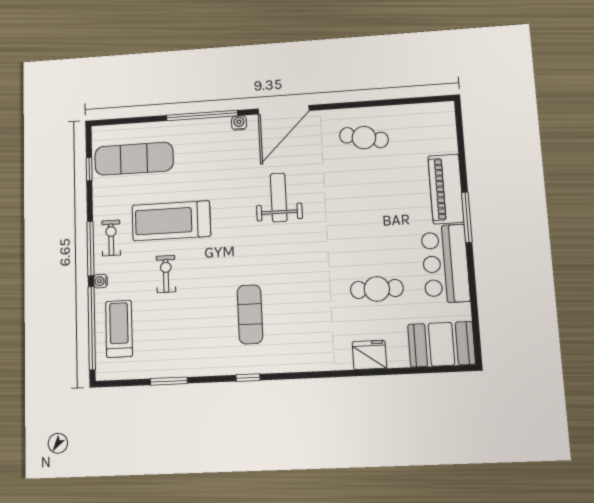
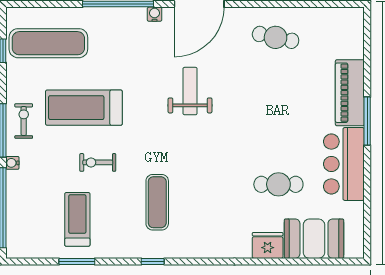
exercise bike: (166, 274) -> (98, 162), moved, turned -90
treadmill: (119, 329) -> (77, 219), moved
booth: (441, 344) -> (314, 239), moved

